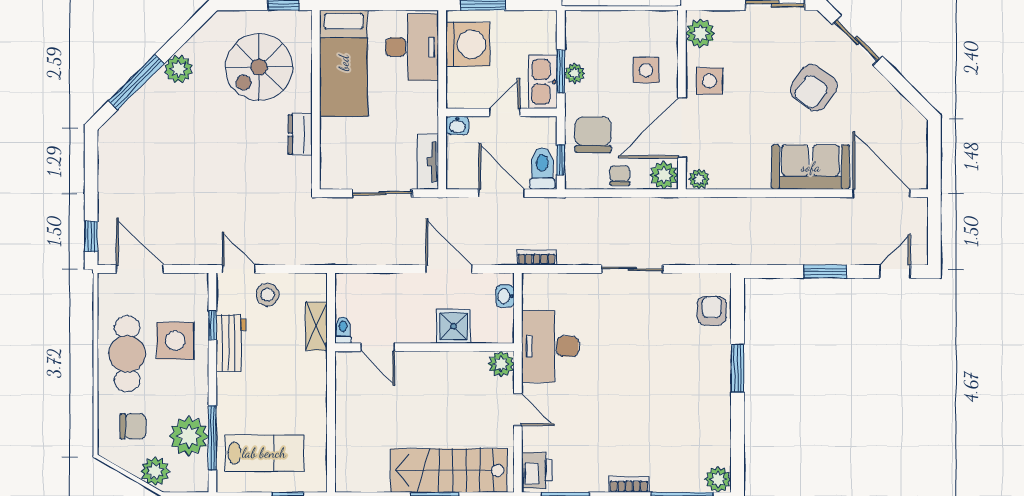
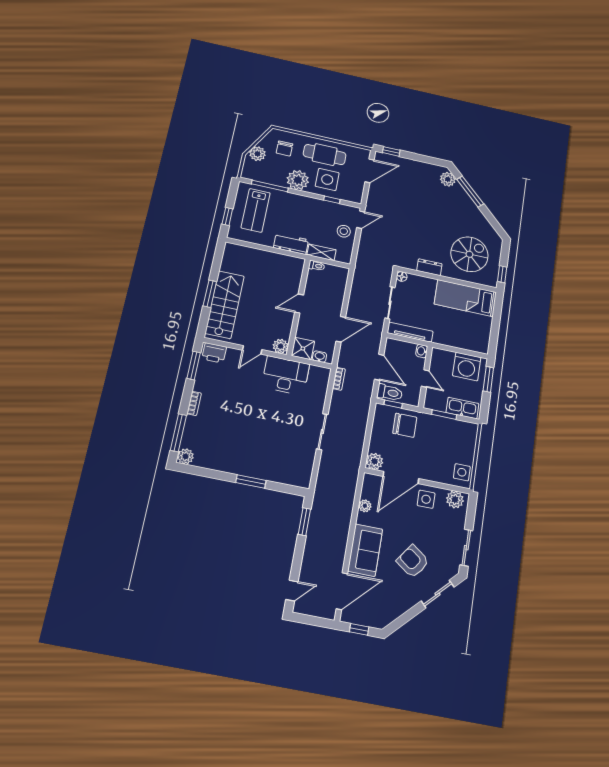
desk: (412, 47) -> (469, 336), removed
spiral stairs: (259, 67) -> (469, 254), turned 90
plant: (179, 69) -> (448, 179), moved
side table: (646, 70) -> (462, 472), moved
plant: (575, 73) -> (442, 422), removed
kitchen sink: (543, 82) -> (462, 408), moved
door: (682, 128) -> (401, 477), swing flipped
window: (934, 156) -> (359, 629), added
tv unit: (428, 162) -> (410, 332), width x1.41
chair: (620, 175) -> (379, 436), removed
plant: (699, 179) -> (365, 506), moved
floor lamp: (329, 180) -> (402, 276), added
door: (502, 193) -> (379, 367), hinge flipped
window: (825, 272) -> (304, 522), moved
door: (895, 272) -> (292, 591), hinge flipped
armchair: (712, 311) -> (289, 473), removed
shower: (453, 326) -> (303, 349), moved
workbench: (231, 343) -> (291, 244), moved, turned 180
door: (378, 347) -> (299, 304), moved
plant: (189, 436) -> (298, 180), moved

